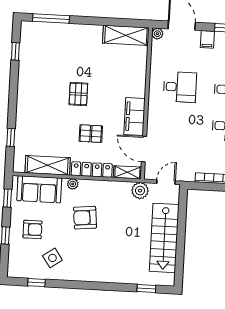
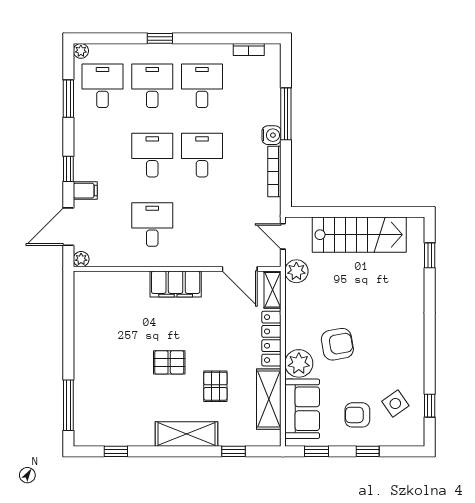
shelving: (126, 35) -> (187, 434), moved, turned 90
filing cabinet: (135, 116) -> (176, 284), moved
pallet: (91, 134) -> (215, 386), moved
door: (144, 149) -> (240, 269), hinge flipped
plant: (73, 184) -> (299, 363), width x1.87, depth x1.87
armchair: (85, 218) -> (337, 344), turned -94
armchair: (33, 229) -> (357, 415), turned -90
side table: (52, 258) -> (395, 404), moved

